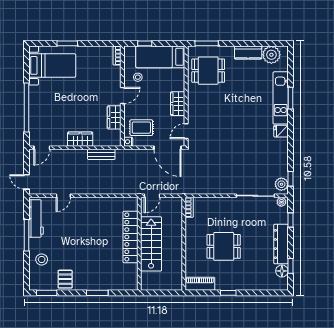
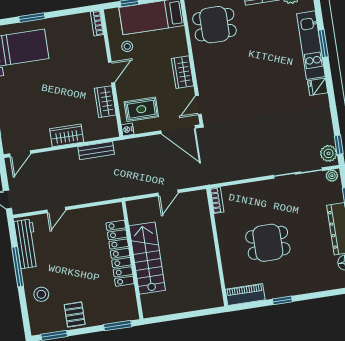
locker: (130, 237) -> (120, 253), moved
wall: (139, 244) -> (132, 260), moved
stairs: (151, 244) -> (147, 258), moved

